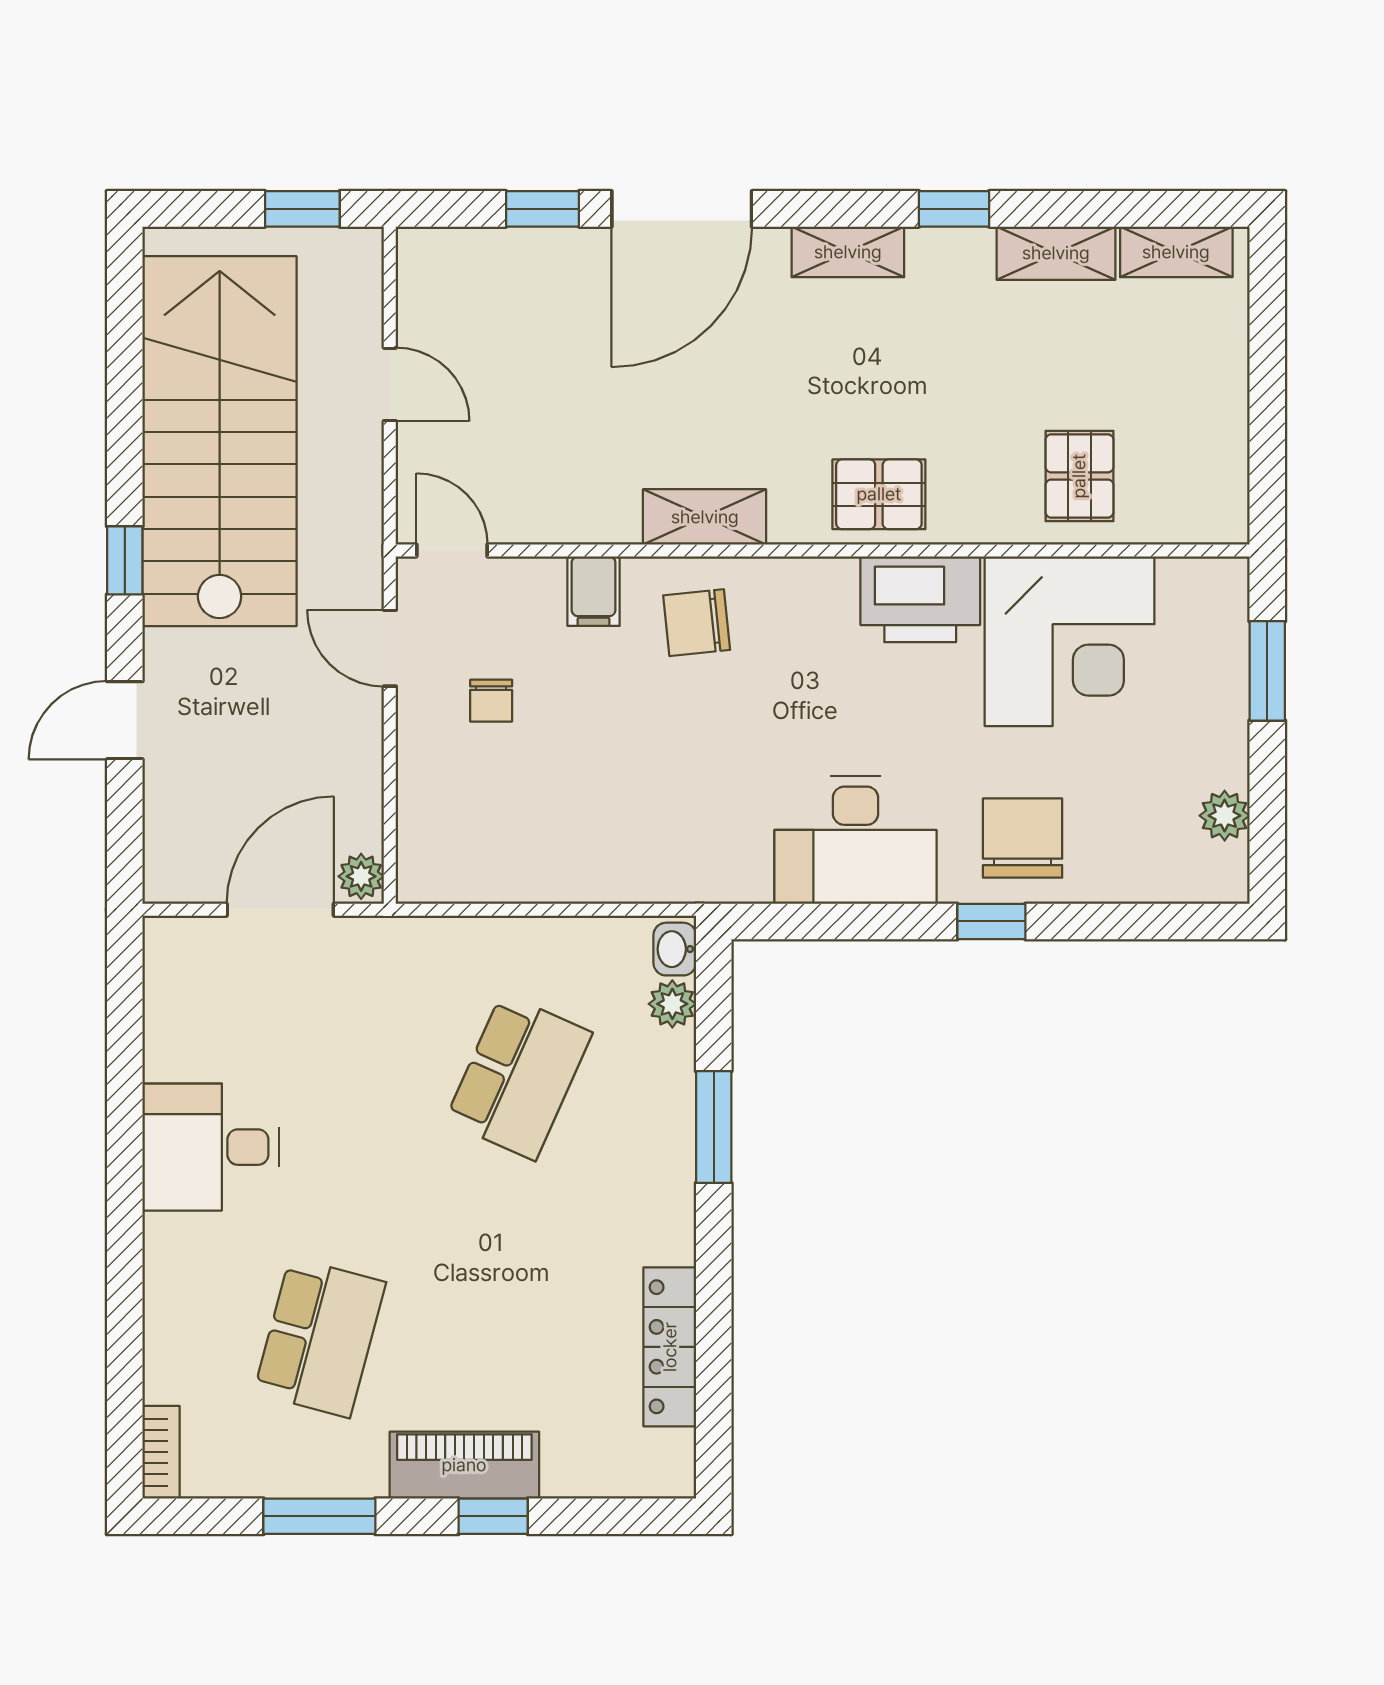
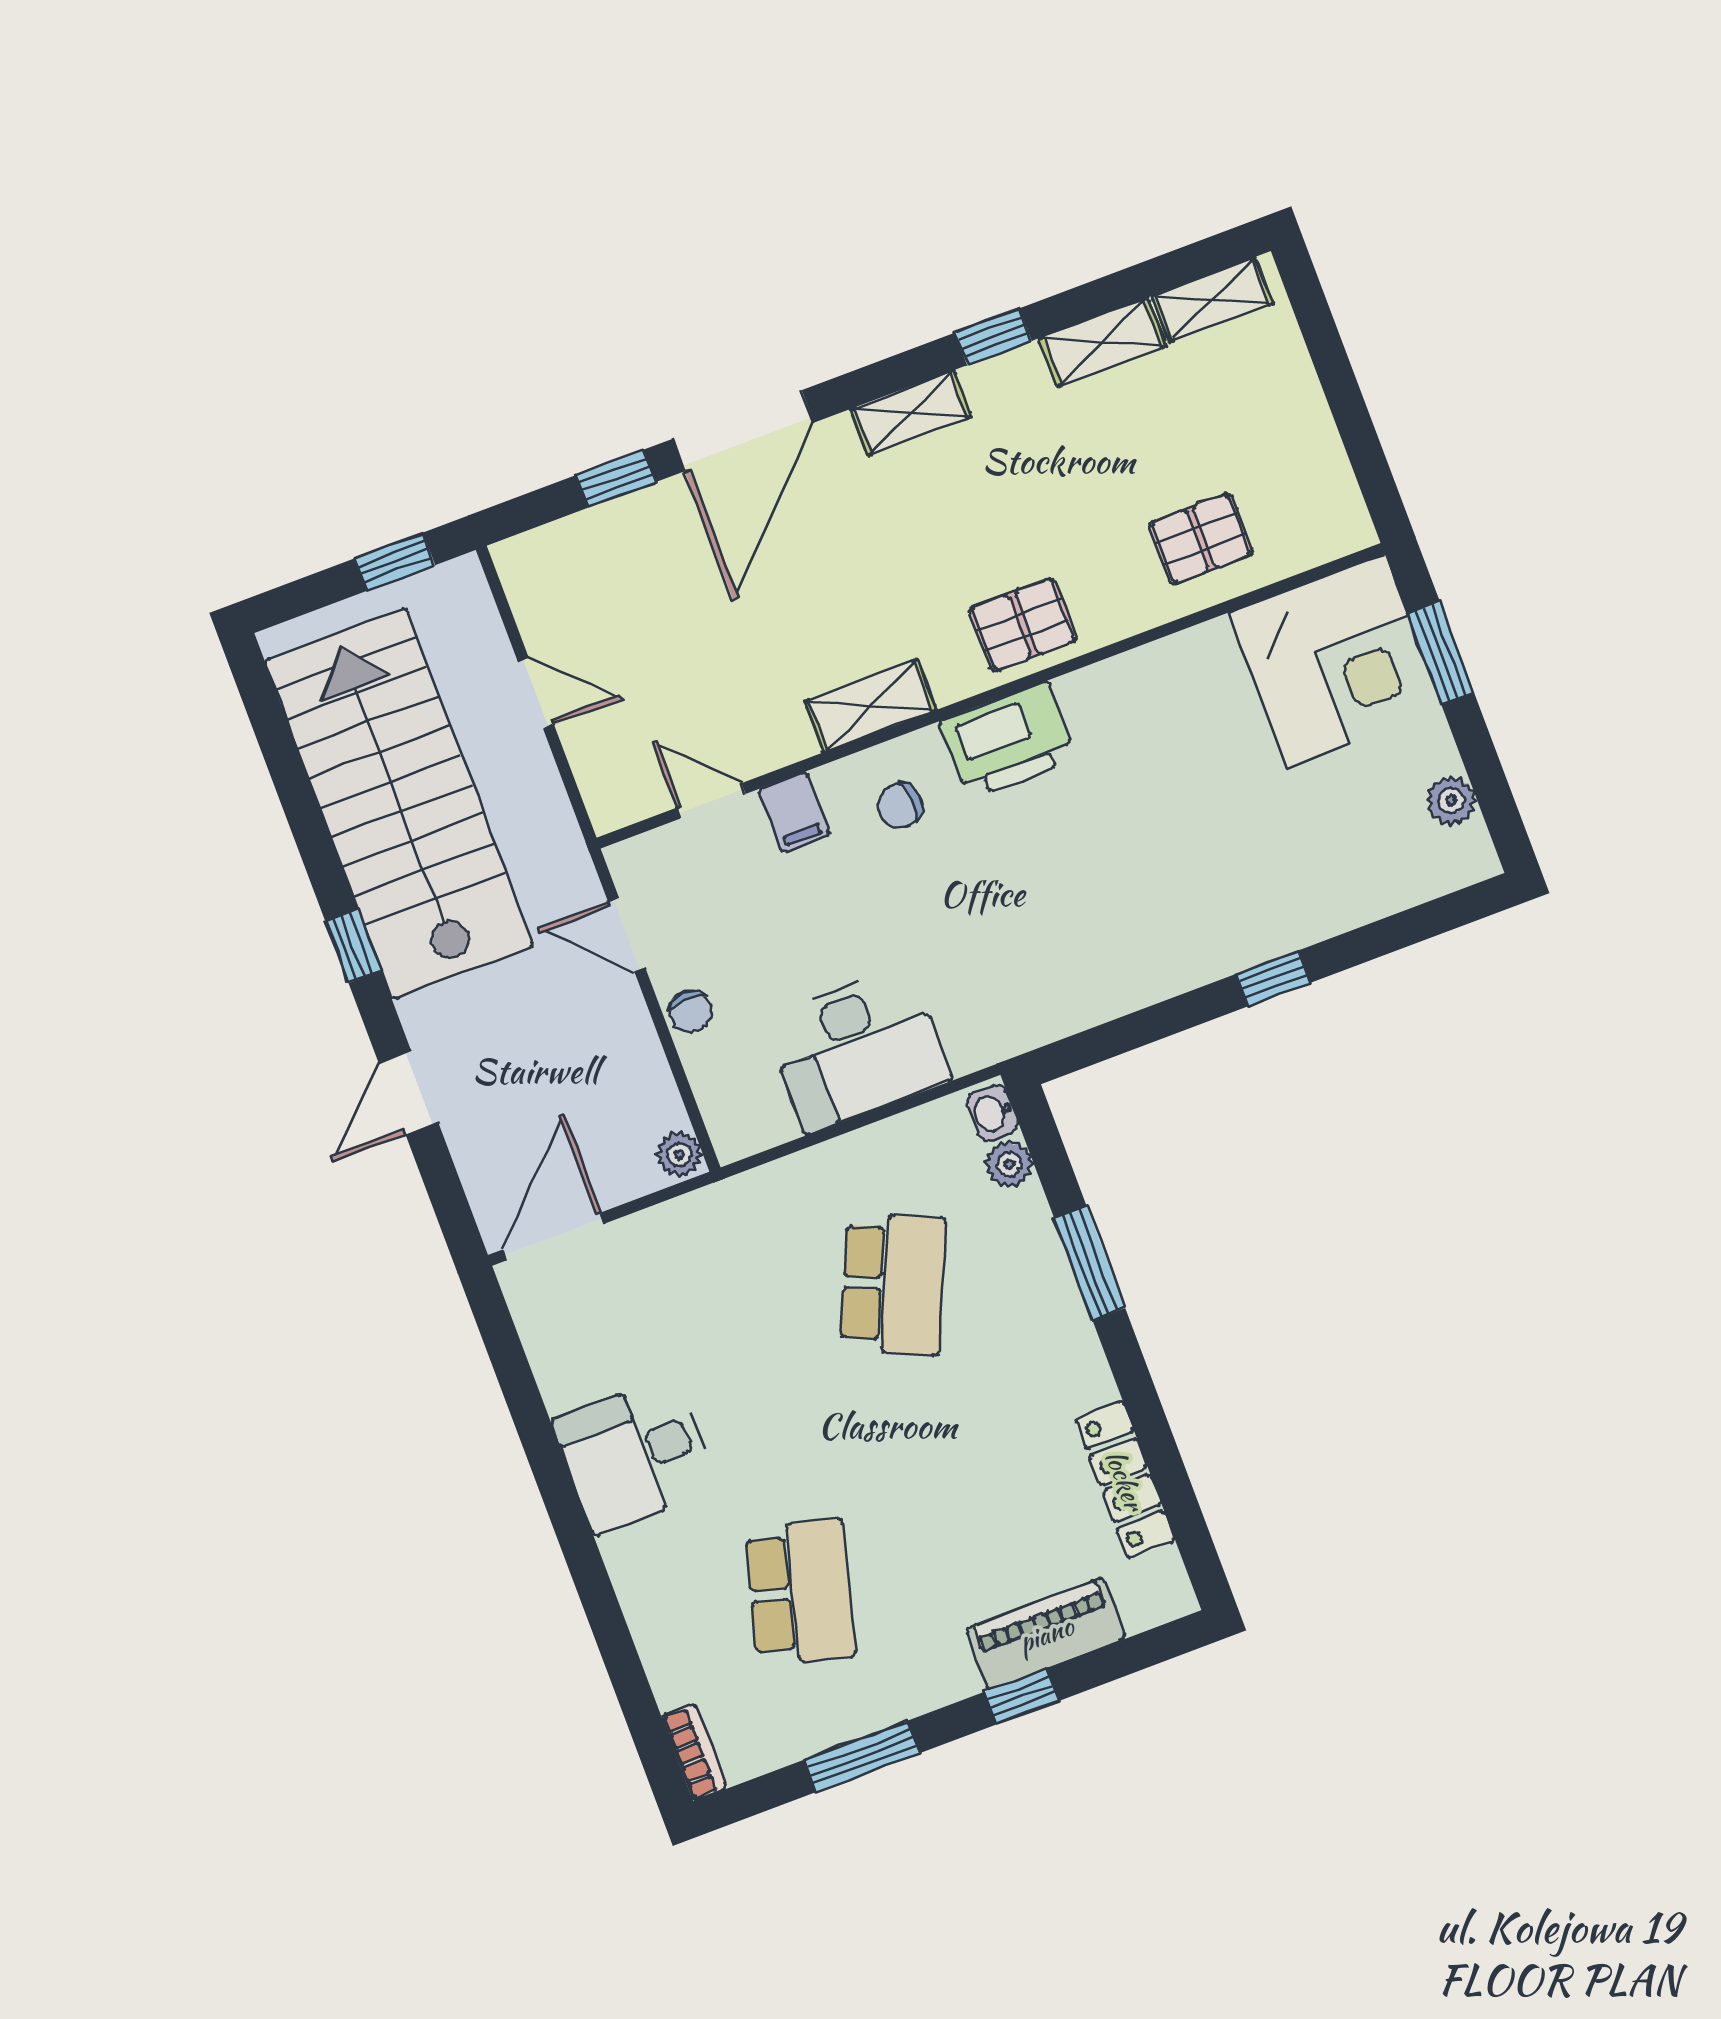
pallet: (1079, 476) -> (1201, 539), turned 90
door: (452, 550) -> (711, 801), moved
printer: (920, 599) -> (1008, 740), moved
chair: (697, 623) -> (900, 806), width x0.73, depth x0.73
corner desk: (1070, 641) -> (1336, 661), moved
chair: (491, 701) -> (690, 1012), moved
chair: (1023, 838) -> (1273, 891), removed
desk: (856, 840) -> (857, 1049), moved
door: (280, 910) -> (554, 1236), moved
piano: (464, 1465) -> (1046, 1634), moved

